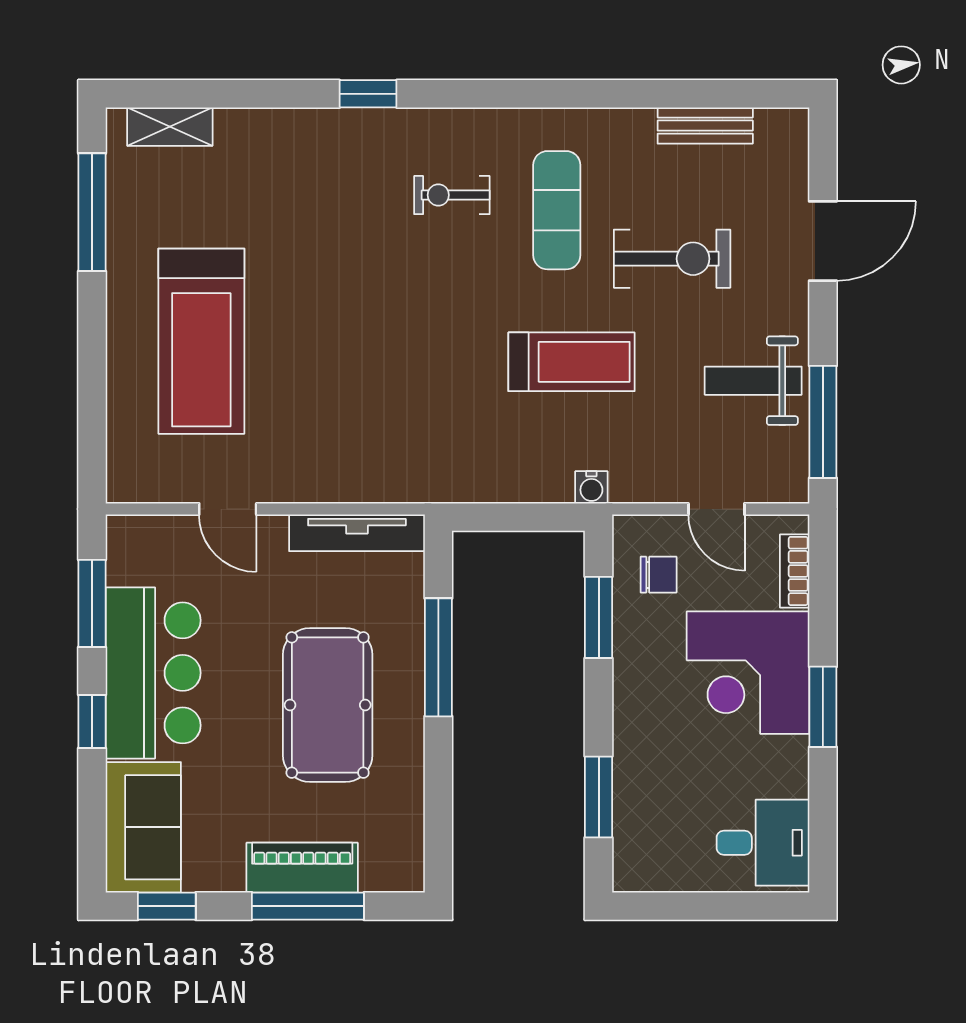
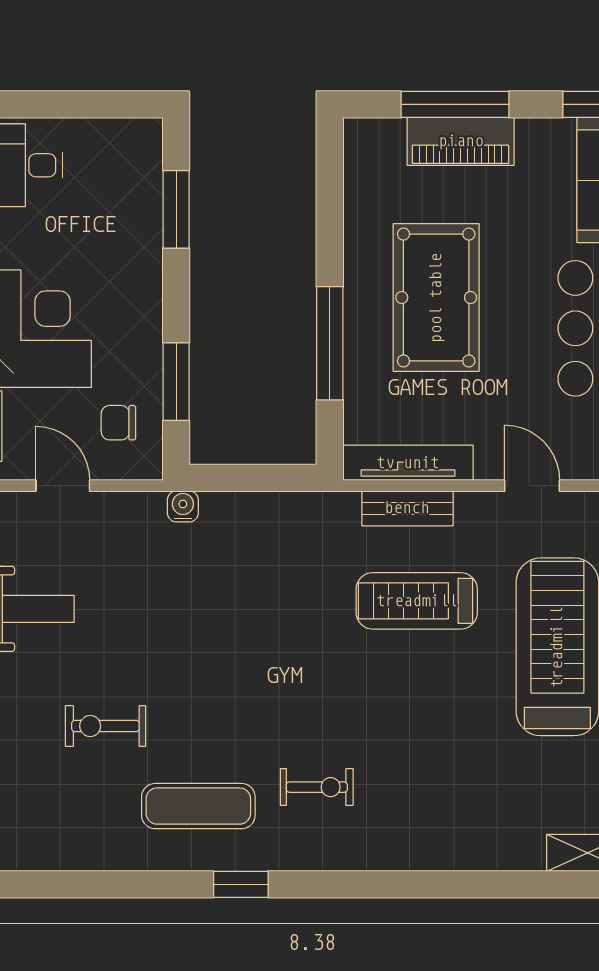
window: (368, 94) -> (241, 884), moved
bench: (705, 126) -> (407, 508), moved
exercise mat: (557, 210) -> (198, 806), moved, turned 90
exercise bike: (672, 259) -> (105, 726), width x0.73, depth x0.72
treadmill: (572, 362) -> (417, 601), moved

